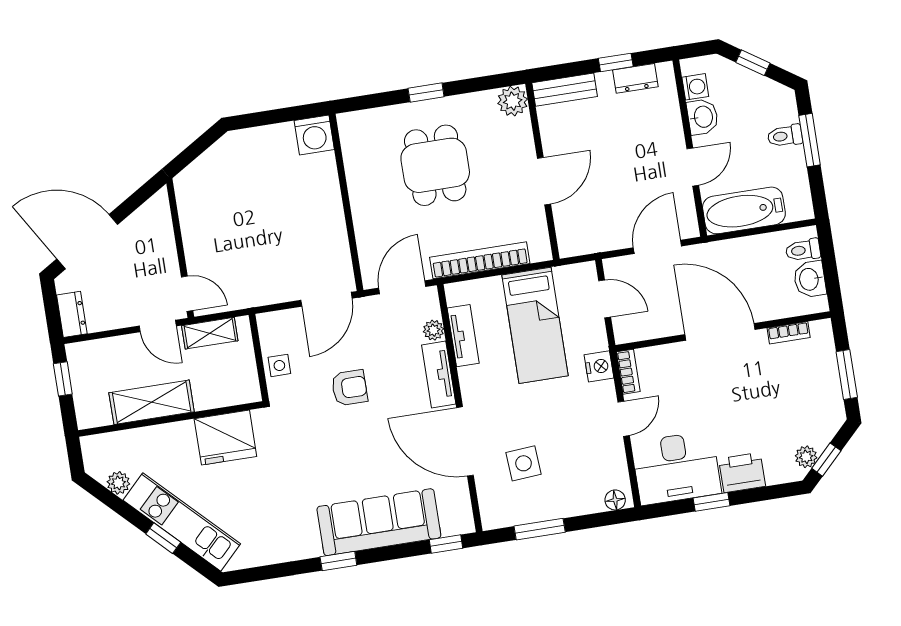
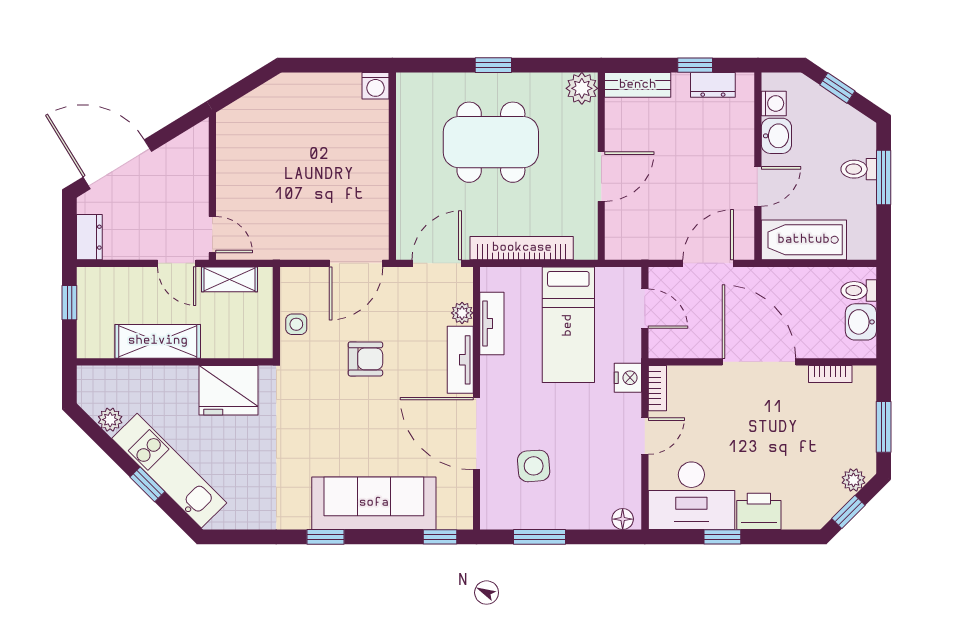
washing machine: (314, 135) -> (375, 86), width x0.73, depth x0.73
dining table: (435, 165) -> (491, 142), width x1.38
plant: (806, 457) -> (853, 480), moved

